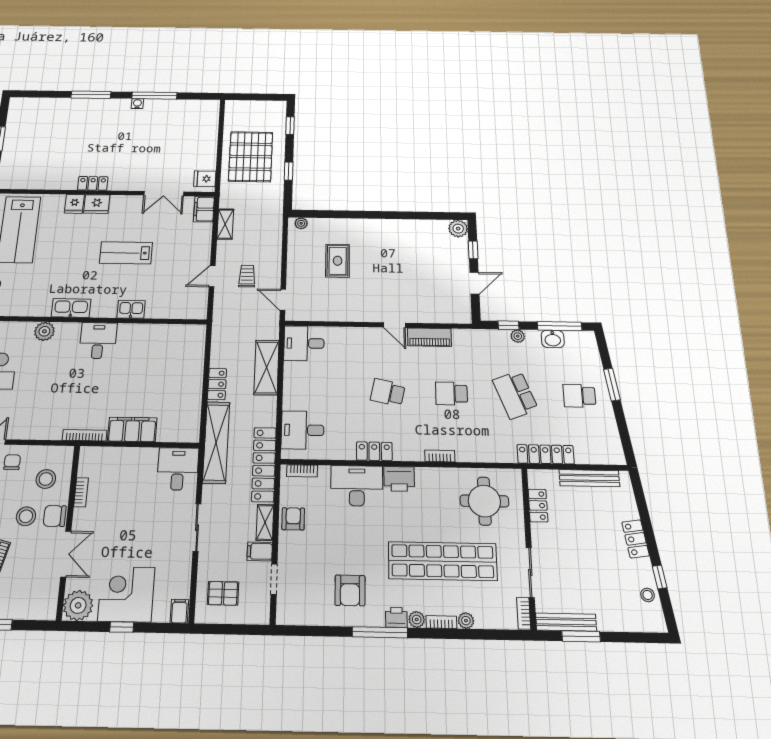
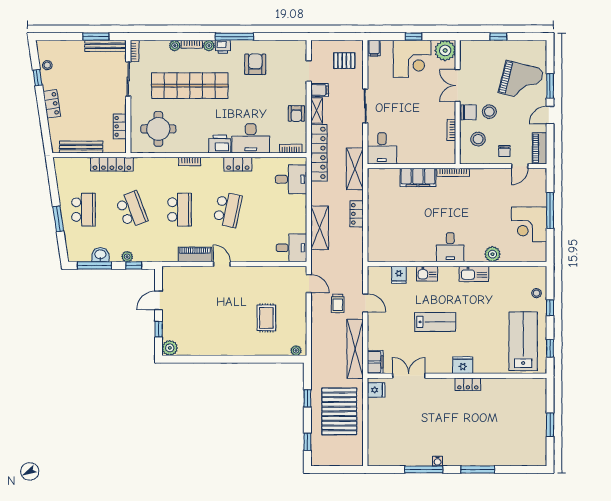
fridge: (74, 204) -> (399, 275), moved, turned 180
shelving: (225, 224) -> (355, 349), width x2.20, depth x1.33
door: (212, 276) -> (365, 303), hinge flipped
school desk: (388, 392) -> (228, 210), width x1.85
school desk: (451, 394) -> (180, 210), width x1.85
school desk: (579, 396) -> (83, 210), width x1.85
shelving: (216, 442) -> (355, 169), width x0.68

